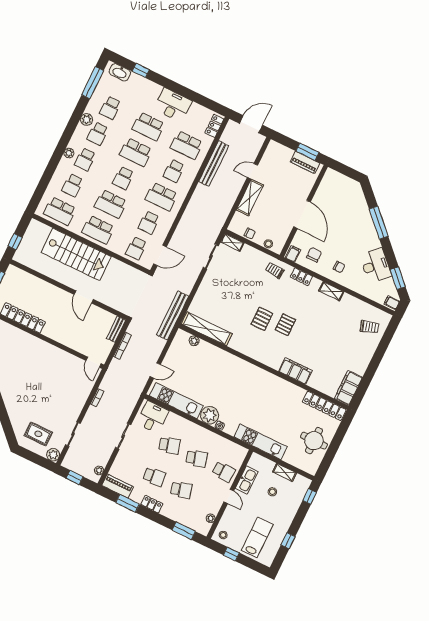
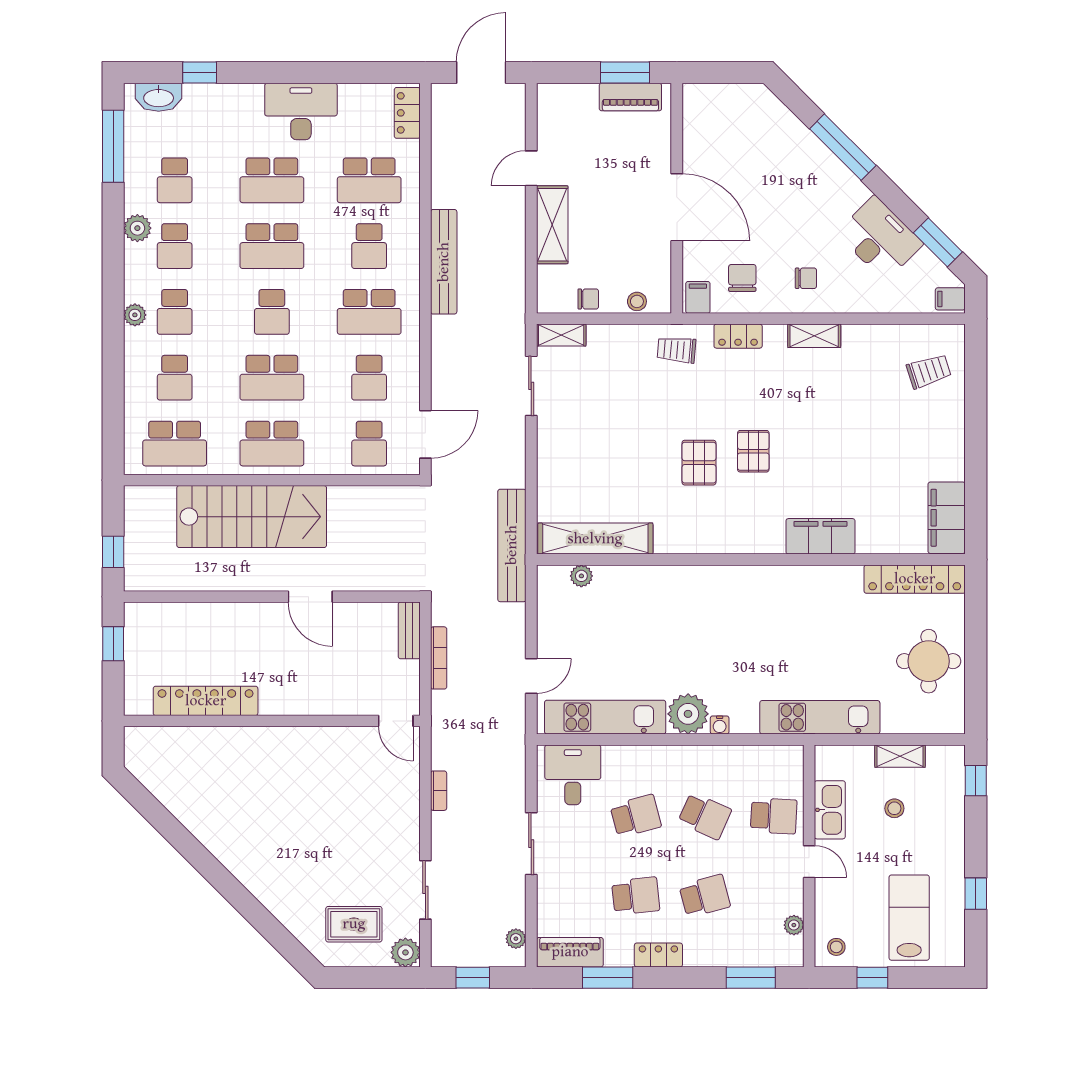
bench: (214, 164) -> (444, 262), moved
school desk: (197, 458) -> (705, 816), turned 39

